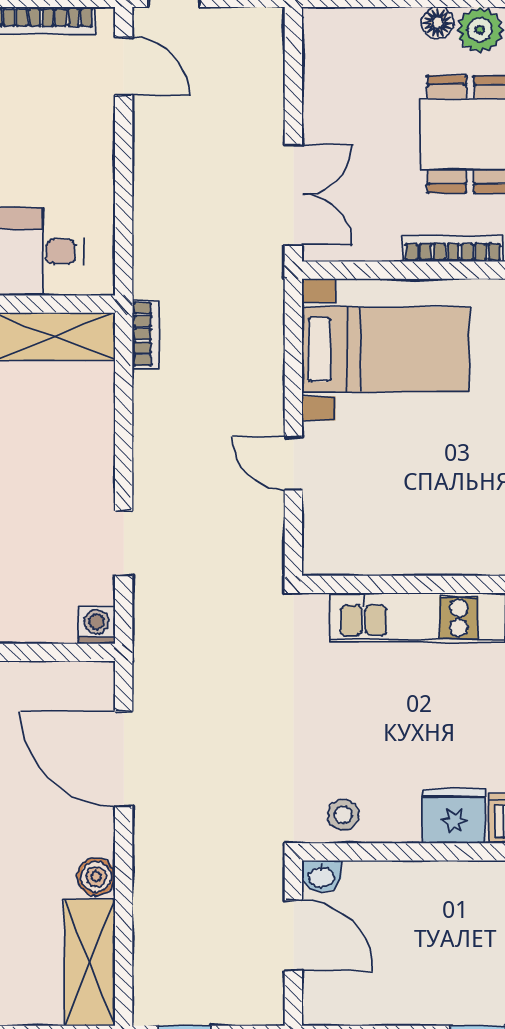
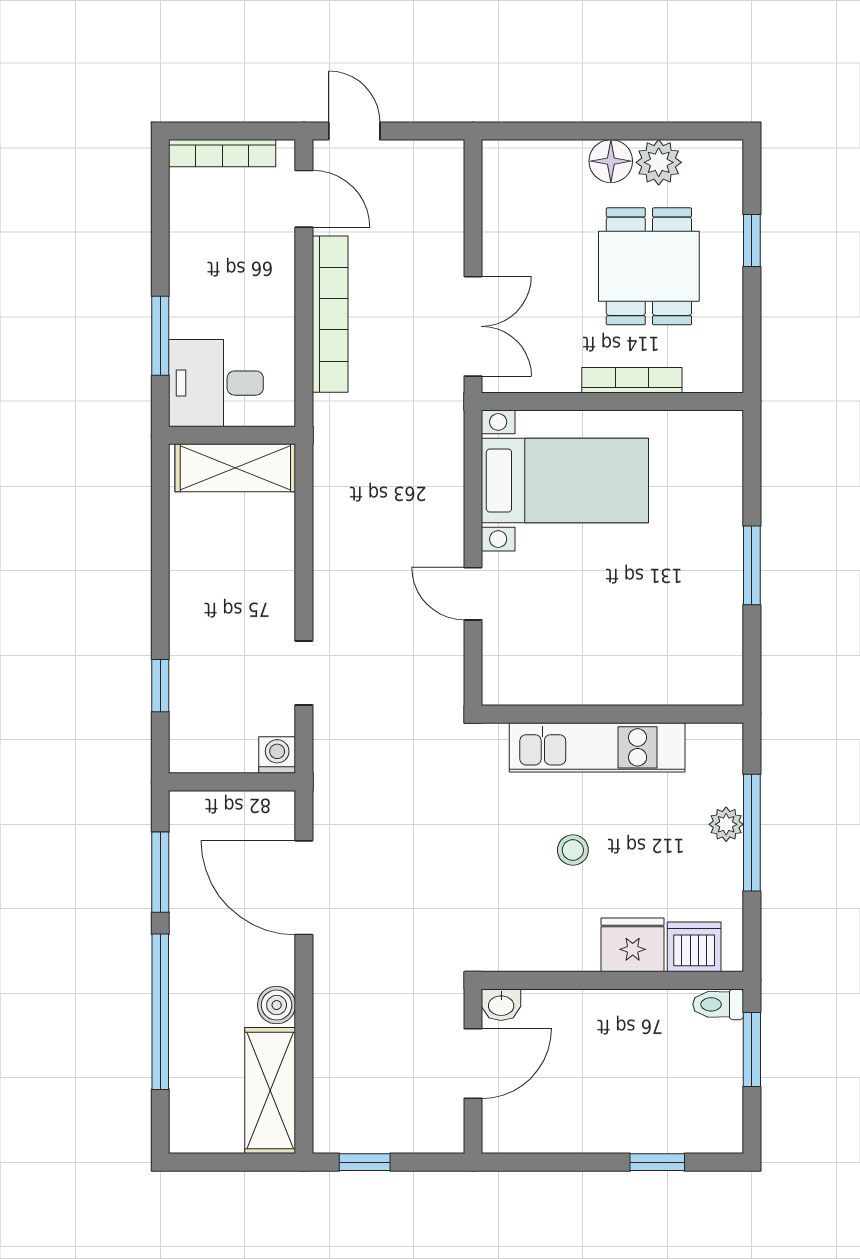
floor lamp: (438, 23) -> (611, 161), width x1.37, depth x1.37
bookcase: (146, 334) -> (330, 314), moved, width x2.31, depth x1.31
stool: (343, 815) -> (573, 850), moved
door: (293, 935) -> (473, 1064), hinge flipped

